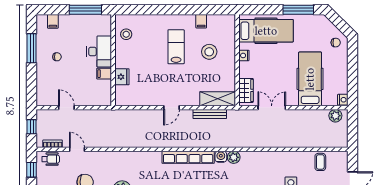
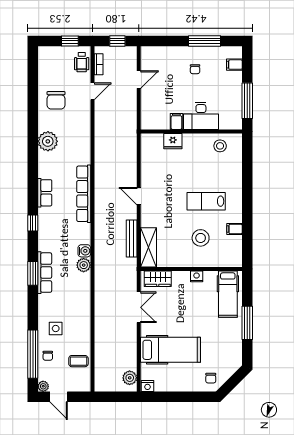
window: (298, 10) -> (247, 323), moved
hospital bed: (266, 31) -> (228, 294), width x0.73, depth x0.78
lab bench: (176, 47) -> (206, 201), turned 180
row of seats: (188, 157) -> (84, 194), moved

